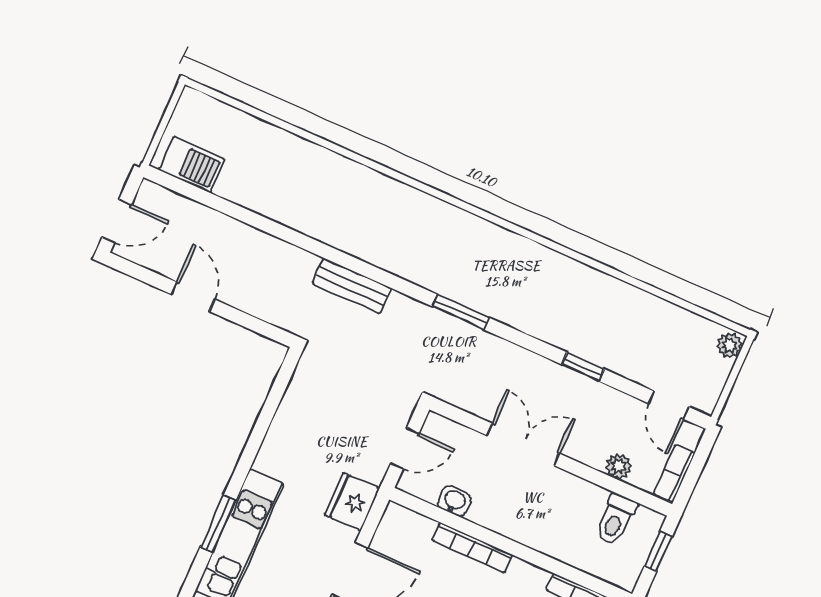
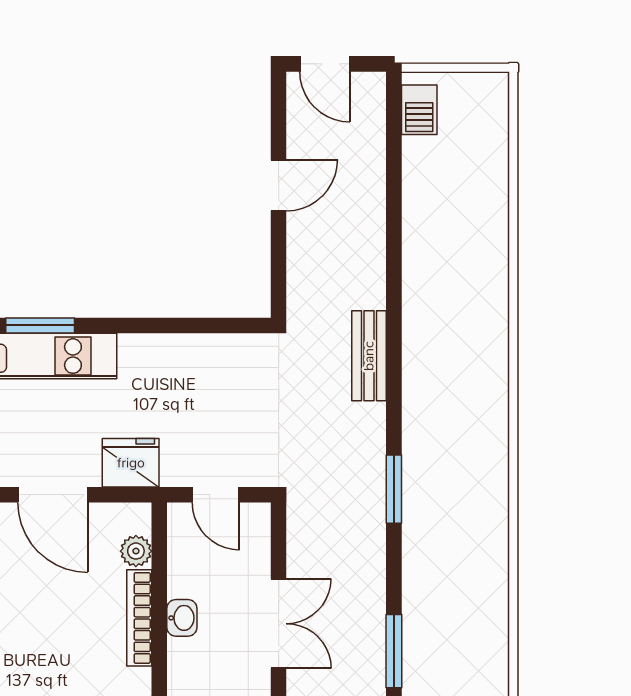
barbecue: (192, 165) -> (419, 110), width x0.73, depth x0.79
window: (583, 367) -> (394, 651), width x1.50
washbasin: (454, 501) -> (182, 618), moved
plant: (420, 528) -> (136, 551), added

